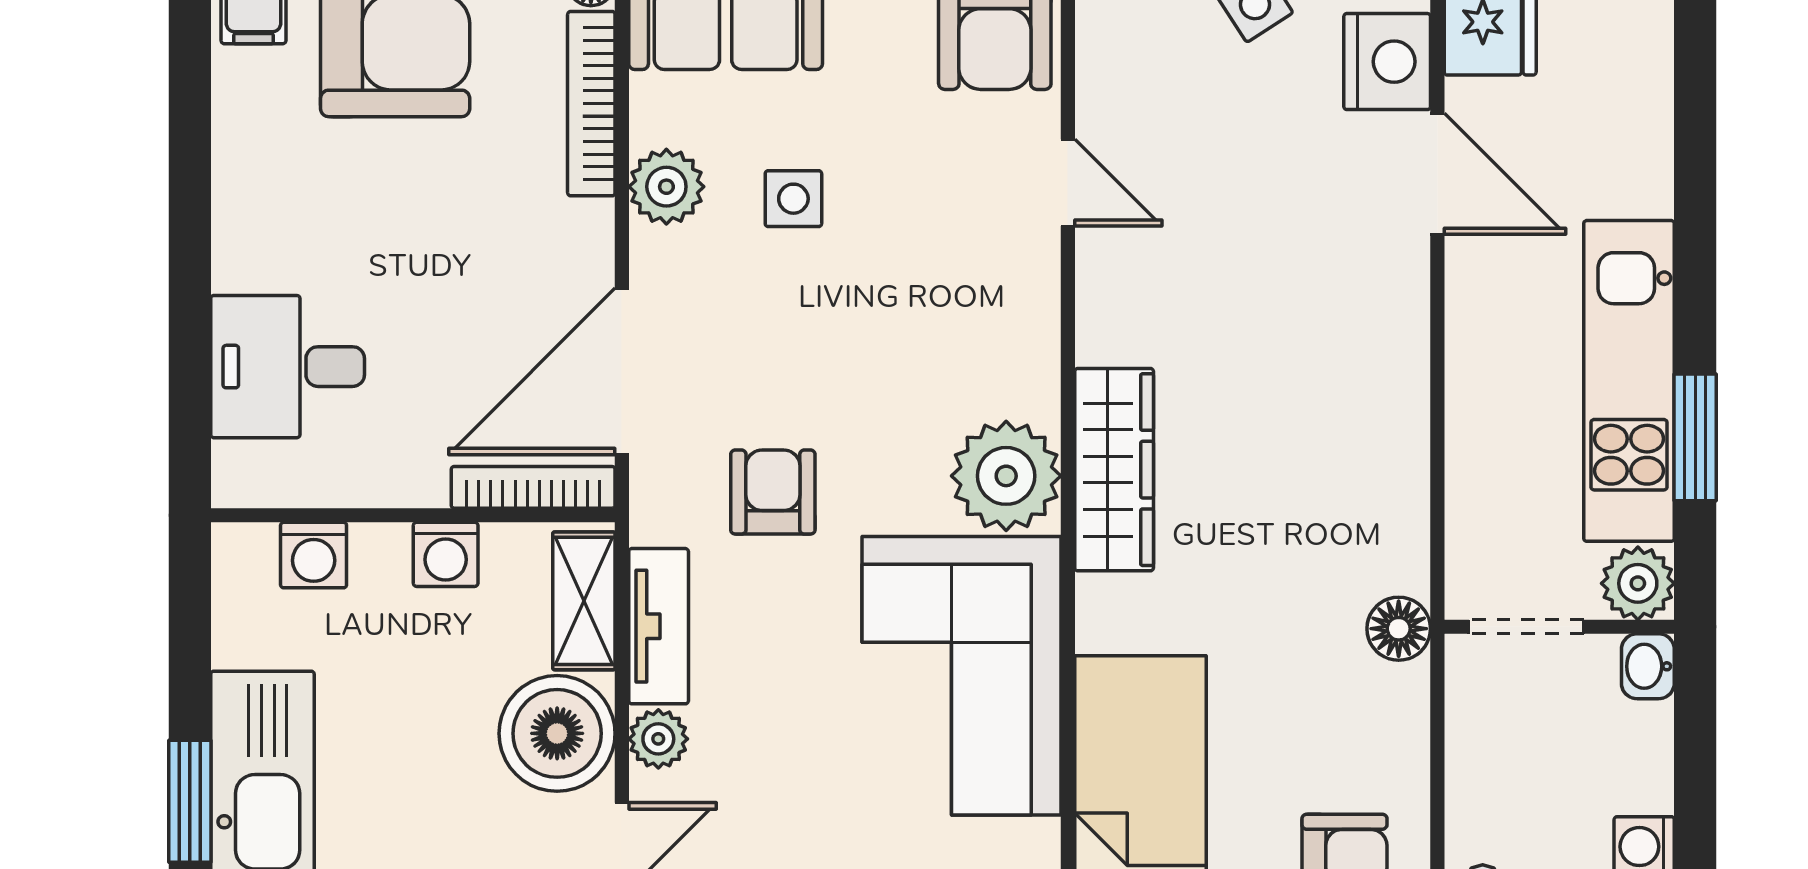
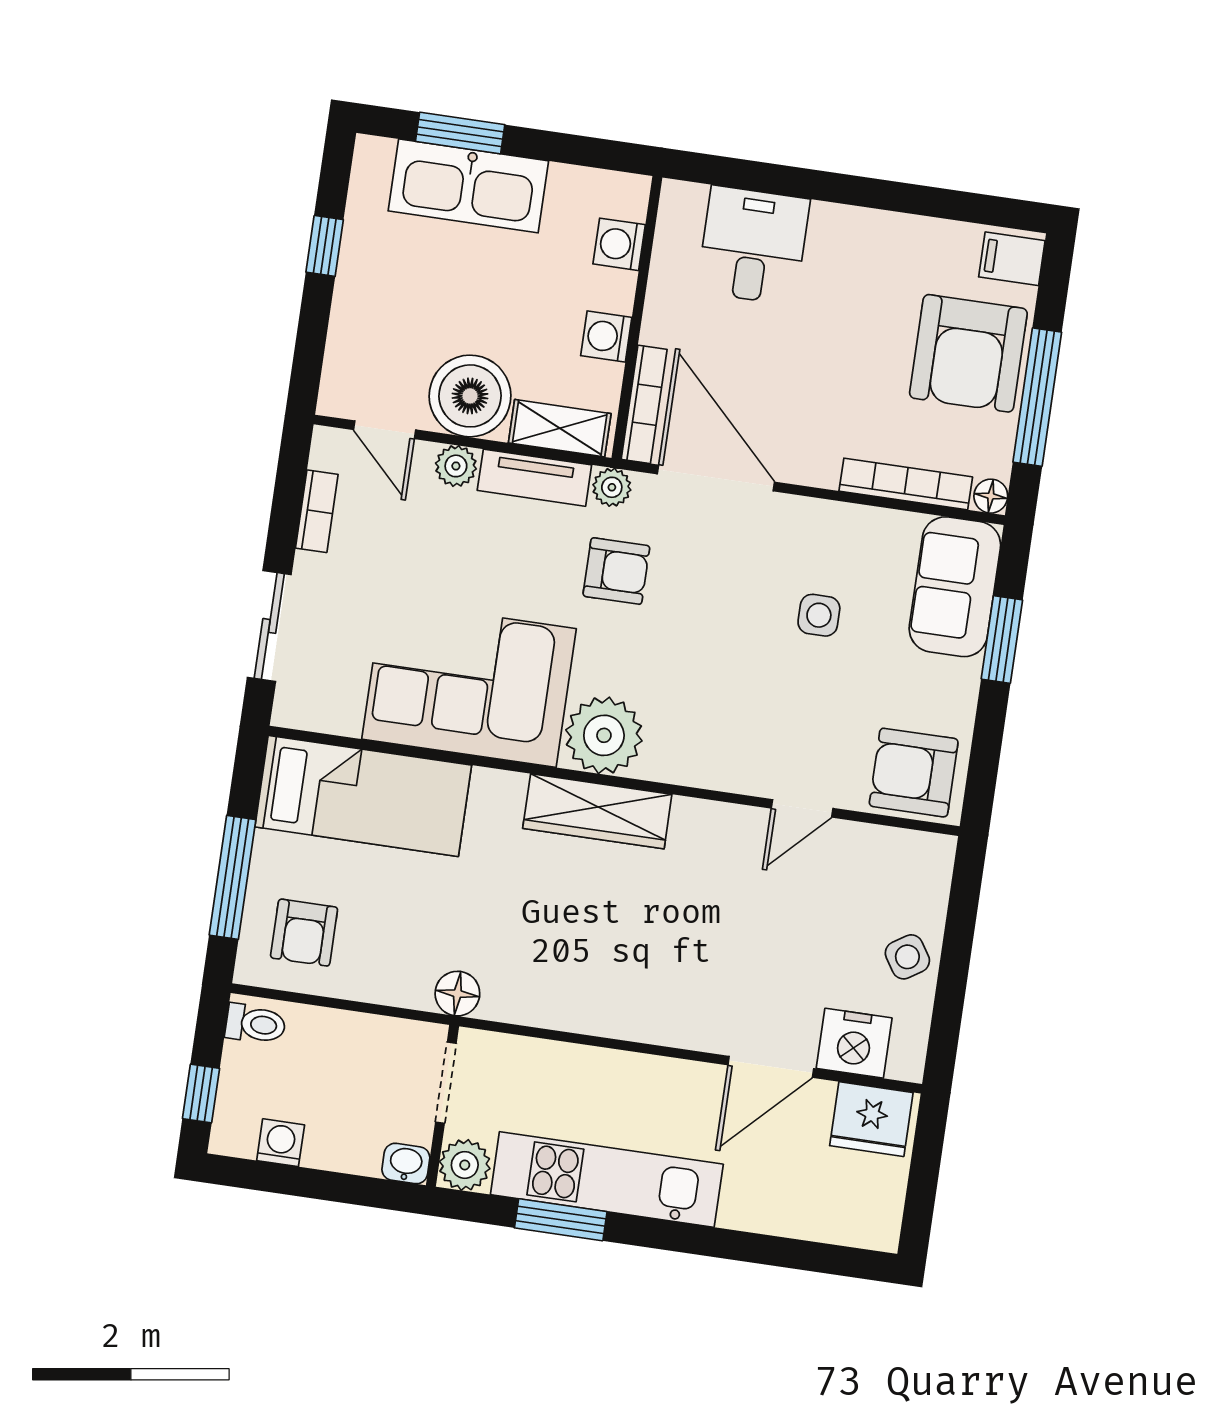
plant: (666, 187) -> (612, 487), moved, width x0.73, depth x0.73

